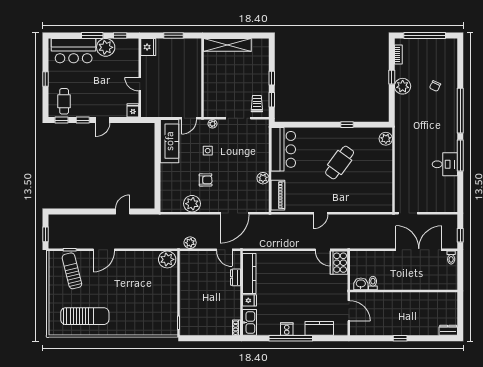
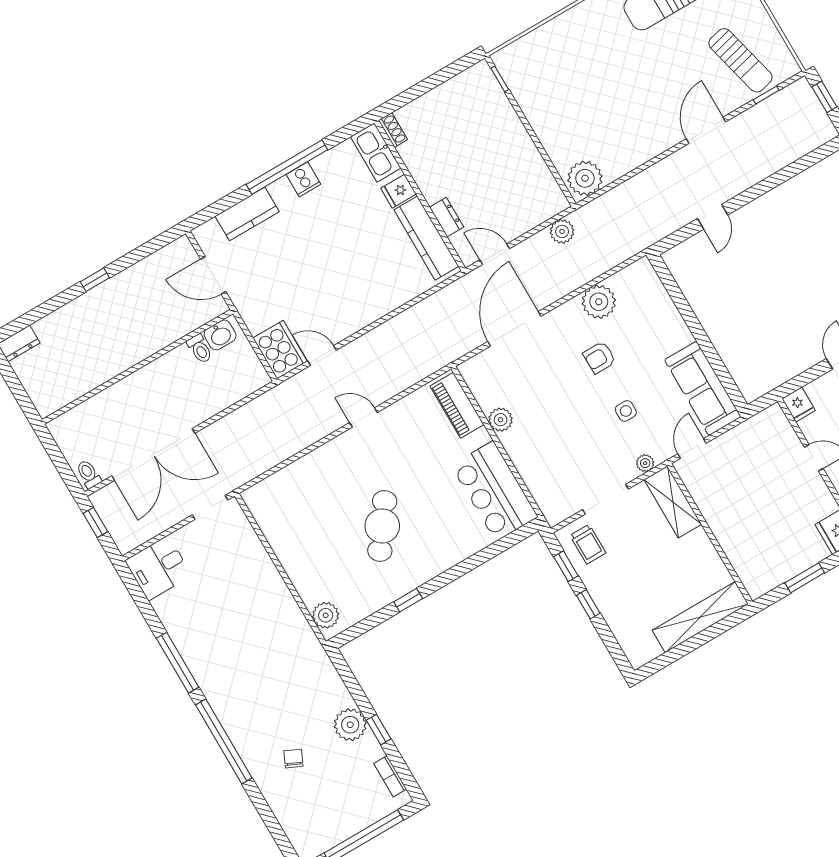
shelving: (210, 100) -> (673, 502), added
desk: (445, 164) -> (158, 568), moved
door: (321, 213) -> (363, 417), hinge flipped

